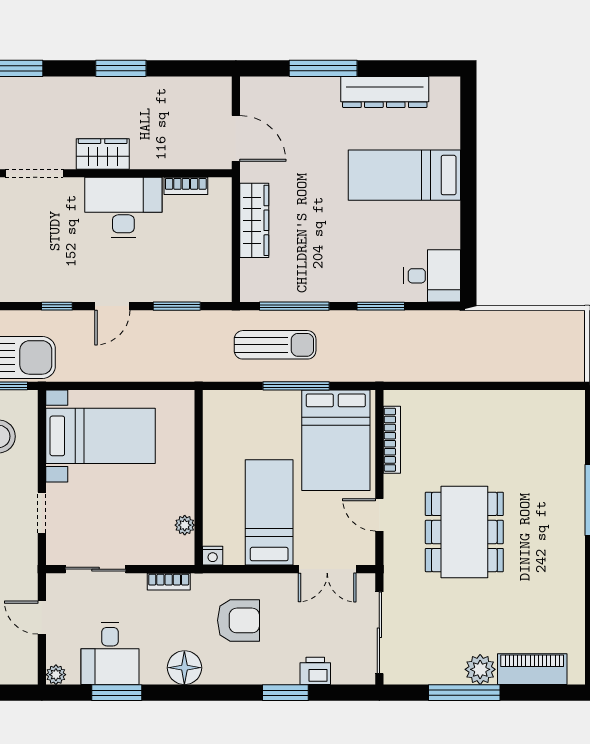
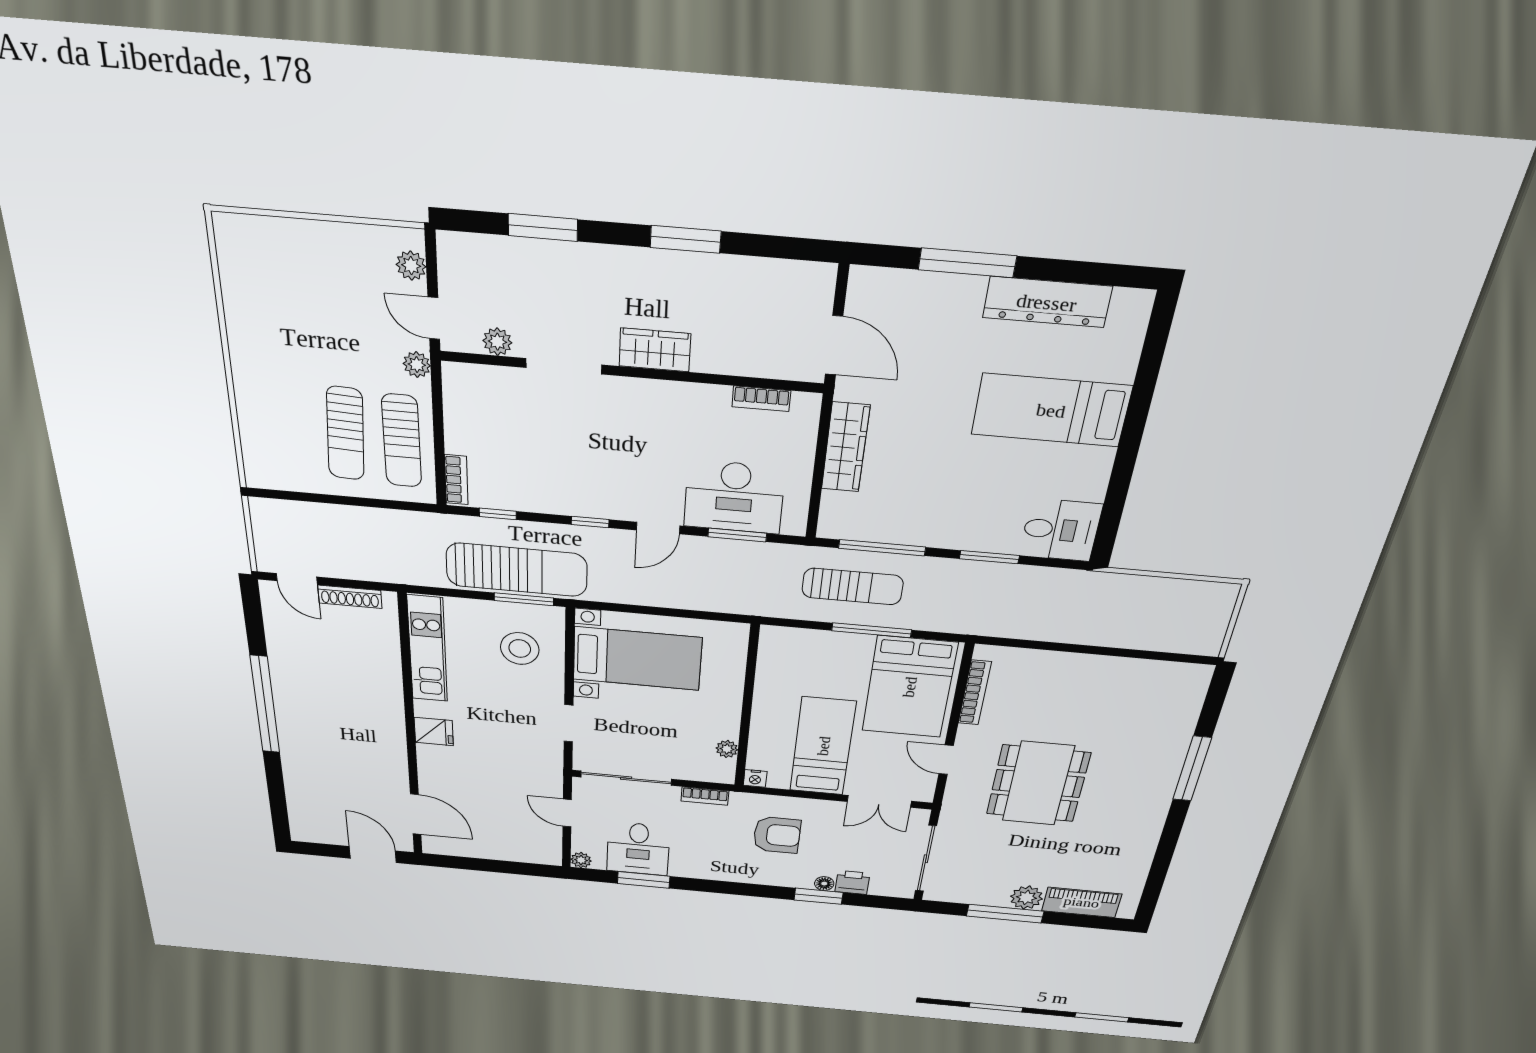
desk: (123, 207) -> (734, 497), moved, turned 180
sliding door: (95, 569) -> (626, 778), width x1.37
floor lamp: (184, 668) -> (824, 884), moved, width x0.53, depth x0.53

